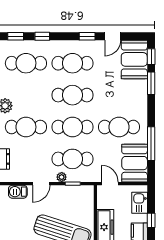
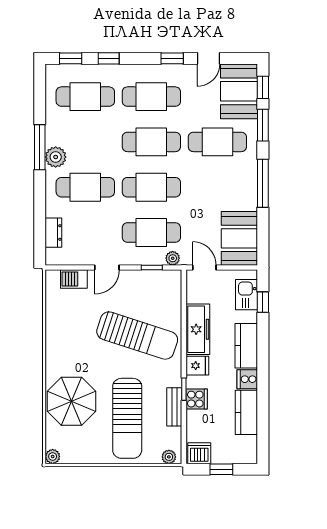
cafe table: (119, 127) -> (217, 142), moved
window: (151, 144) -> (263, 183), moved
plant: (62, 177) -> (173, 258), moved
window: (151, 220) -> (263, 302), moved

